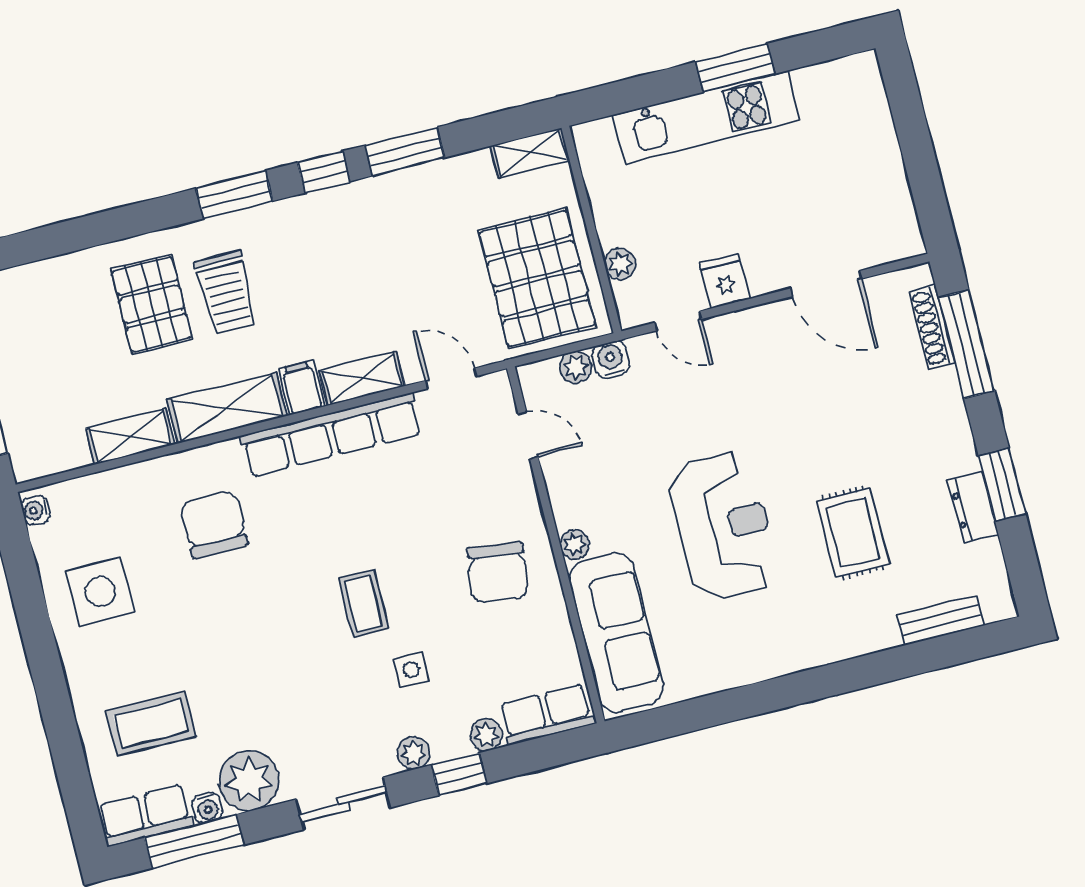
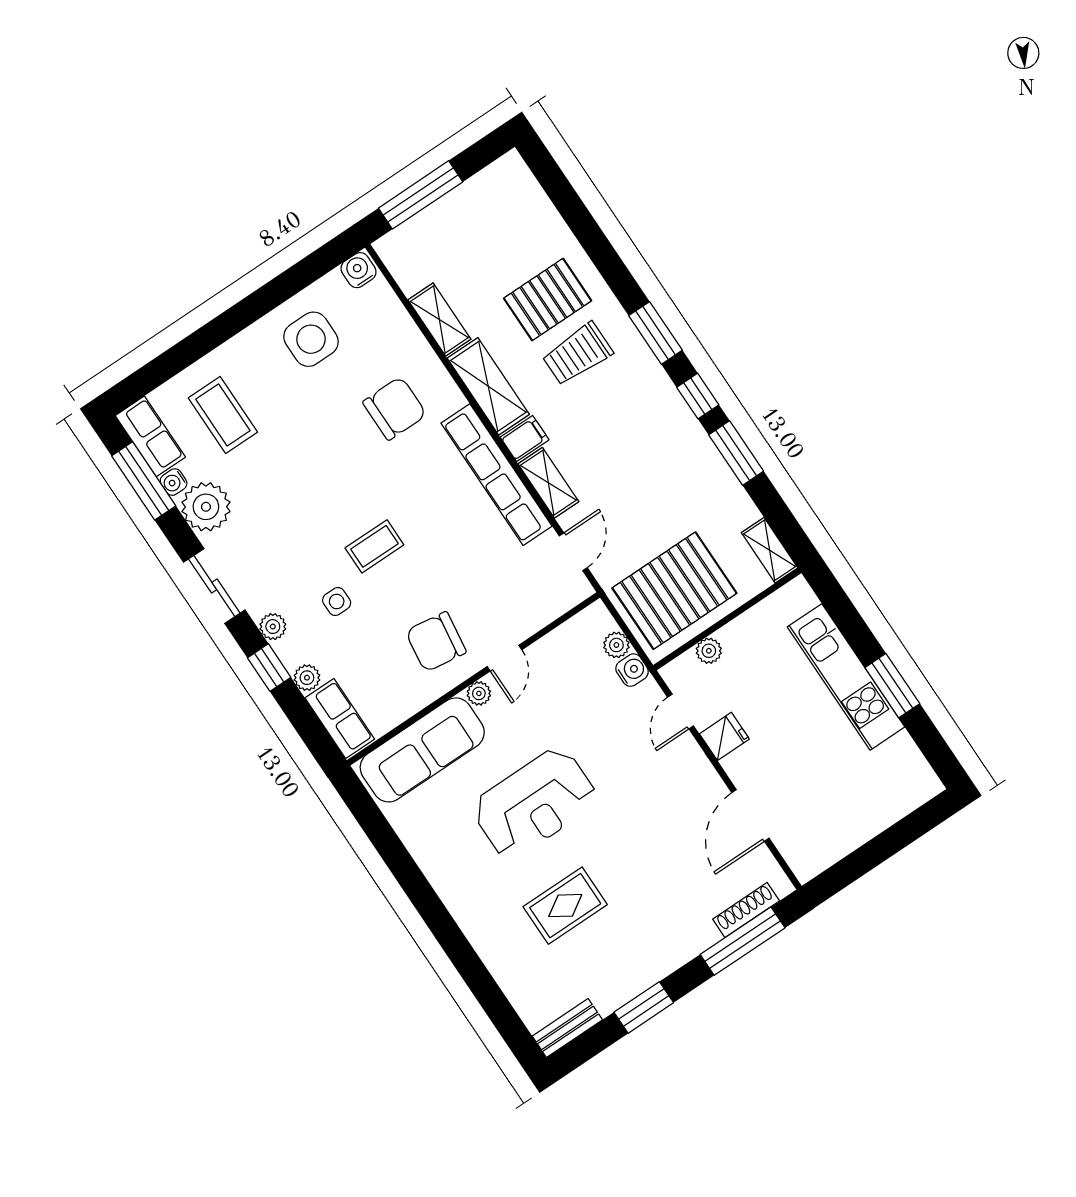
door: (528, 435) -> (504, 658), moved
dresser: (973, 507) -> (618, 991), removed
water cooler: (36, 510) -> (359, 270), width x1.38, depth x1.38
bench: (940, 620) -> (567, 1028), moved, turned 90

